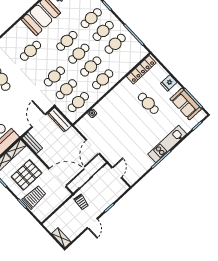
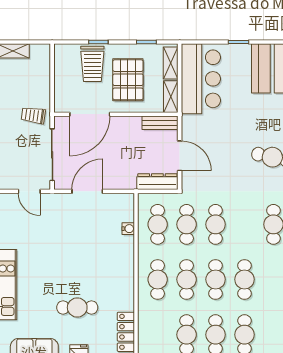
door: (93, 147) -> (87, 191), hinge flipped

